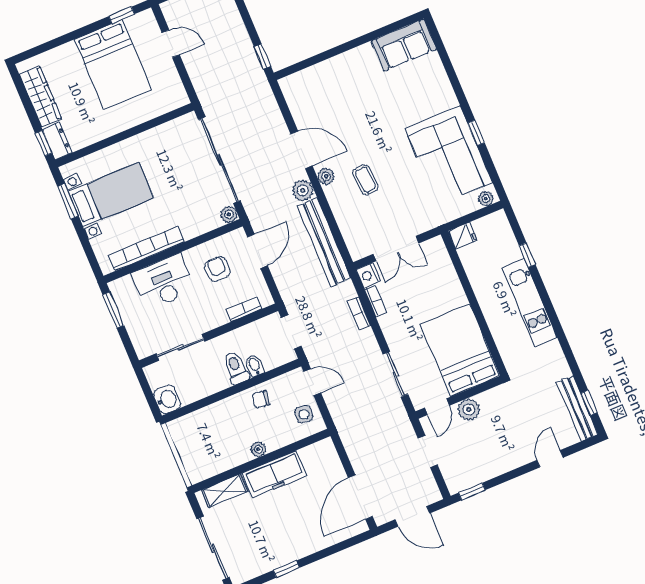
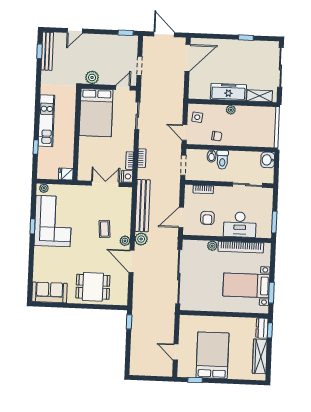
dining table: (342, 84) -> (93, 287), added
plant: (229, 214) -> (212, 246), moved
plant: (469, 410) -> (92, 77), moved

